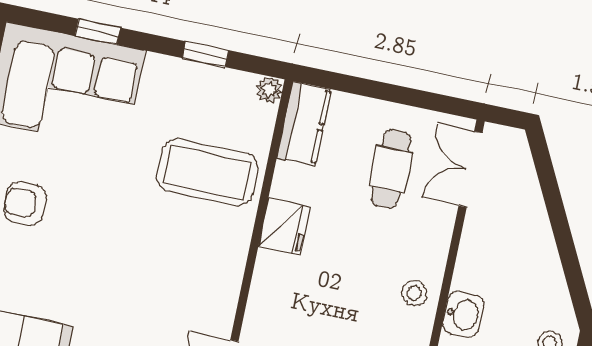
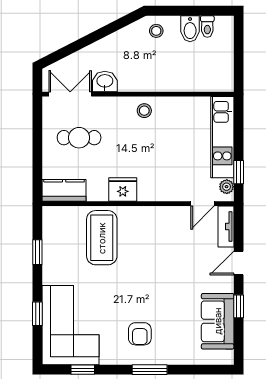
plant: (269, 90) -> (49, 213), removed
double door: (470, 169) -> (70, 94), swing flipped
washbasin: (463, 314) -> (105, 81), moved

